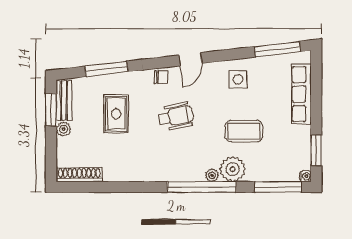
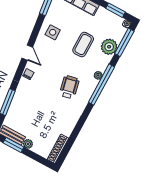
rug: (116, 114) -> (35, 110), removed
wheelchair: (176, 116) -> (69, 87), moved
plant: (233, 169) -> (109, 47), moved

